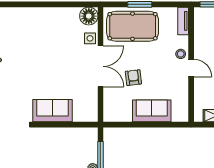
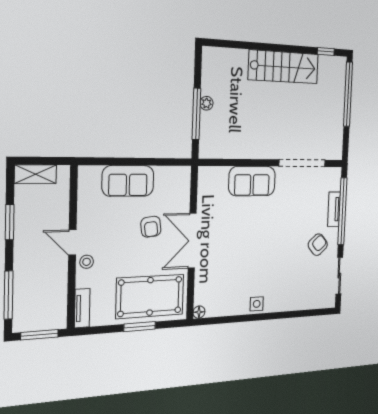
floor lamp: (89, 16) -> (199, 312), width x0.53, depth x0.53
side table: (90, 38) -> (257, 304), moved

